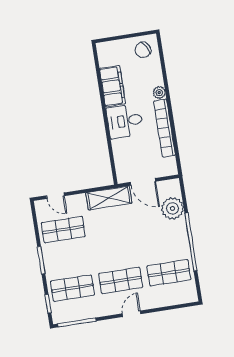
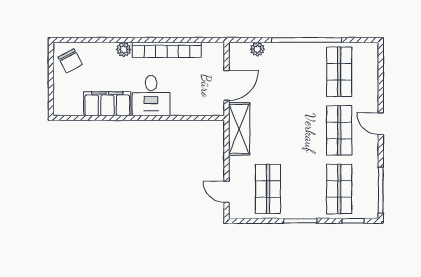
door: (55, 196) -> (226, 192), swing flipped
plant: (173, 208) -> (257, 49), width x0.53, depth x0.53

